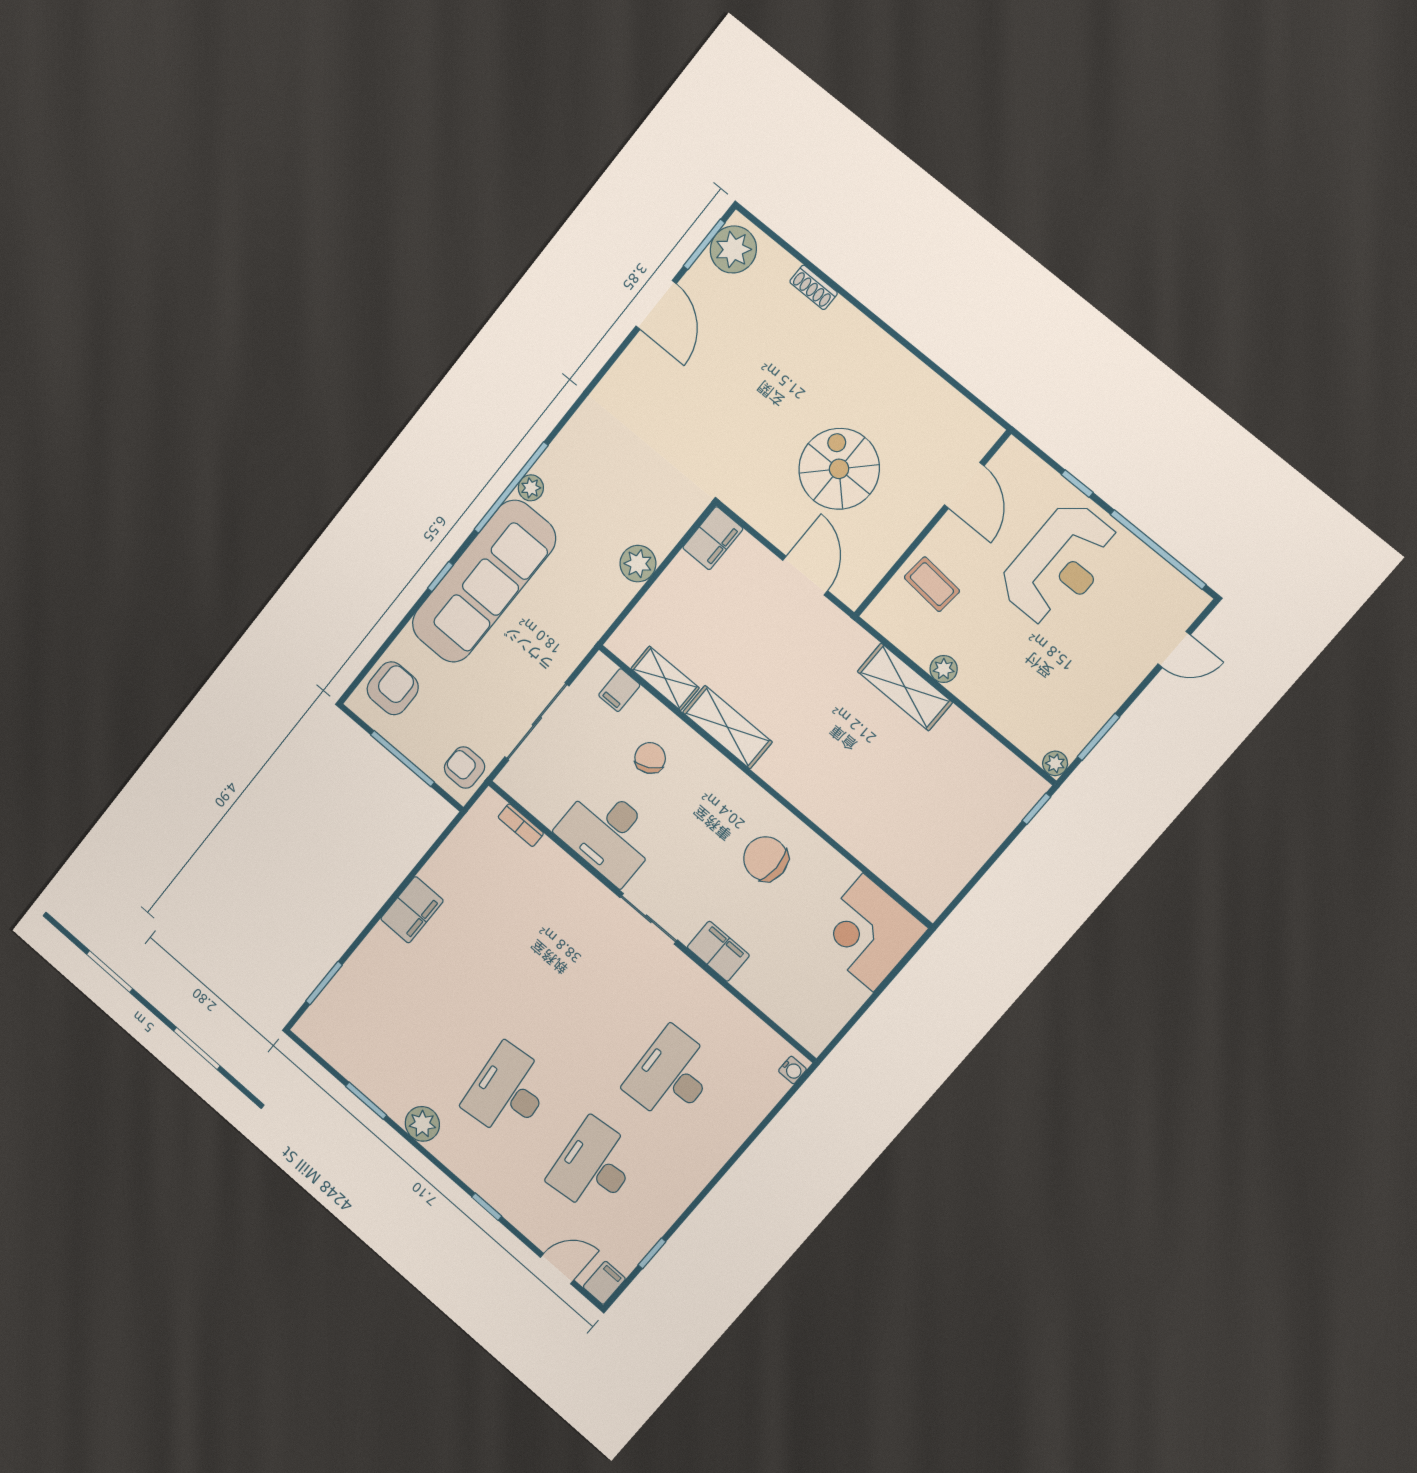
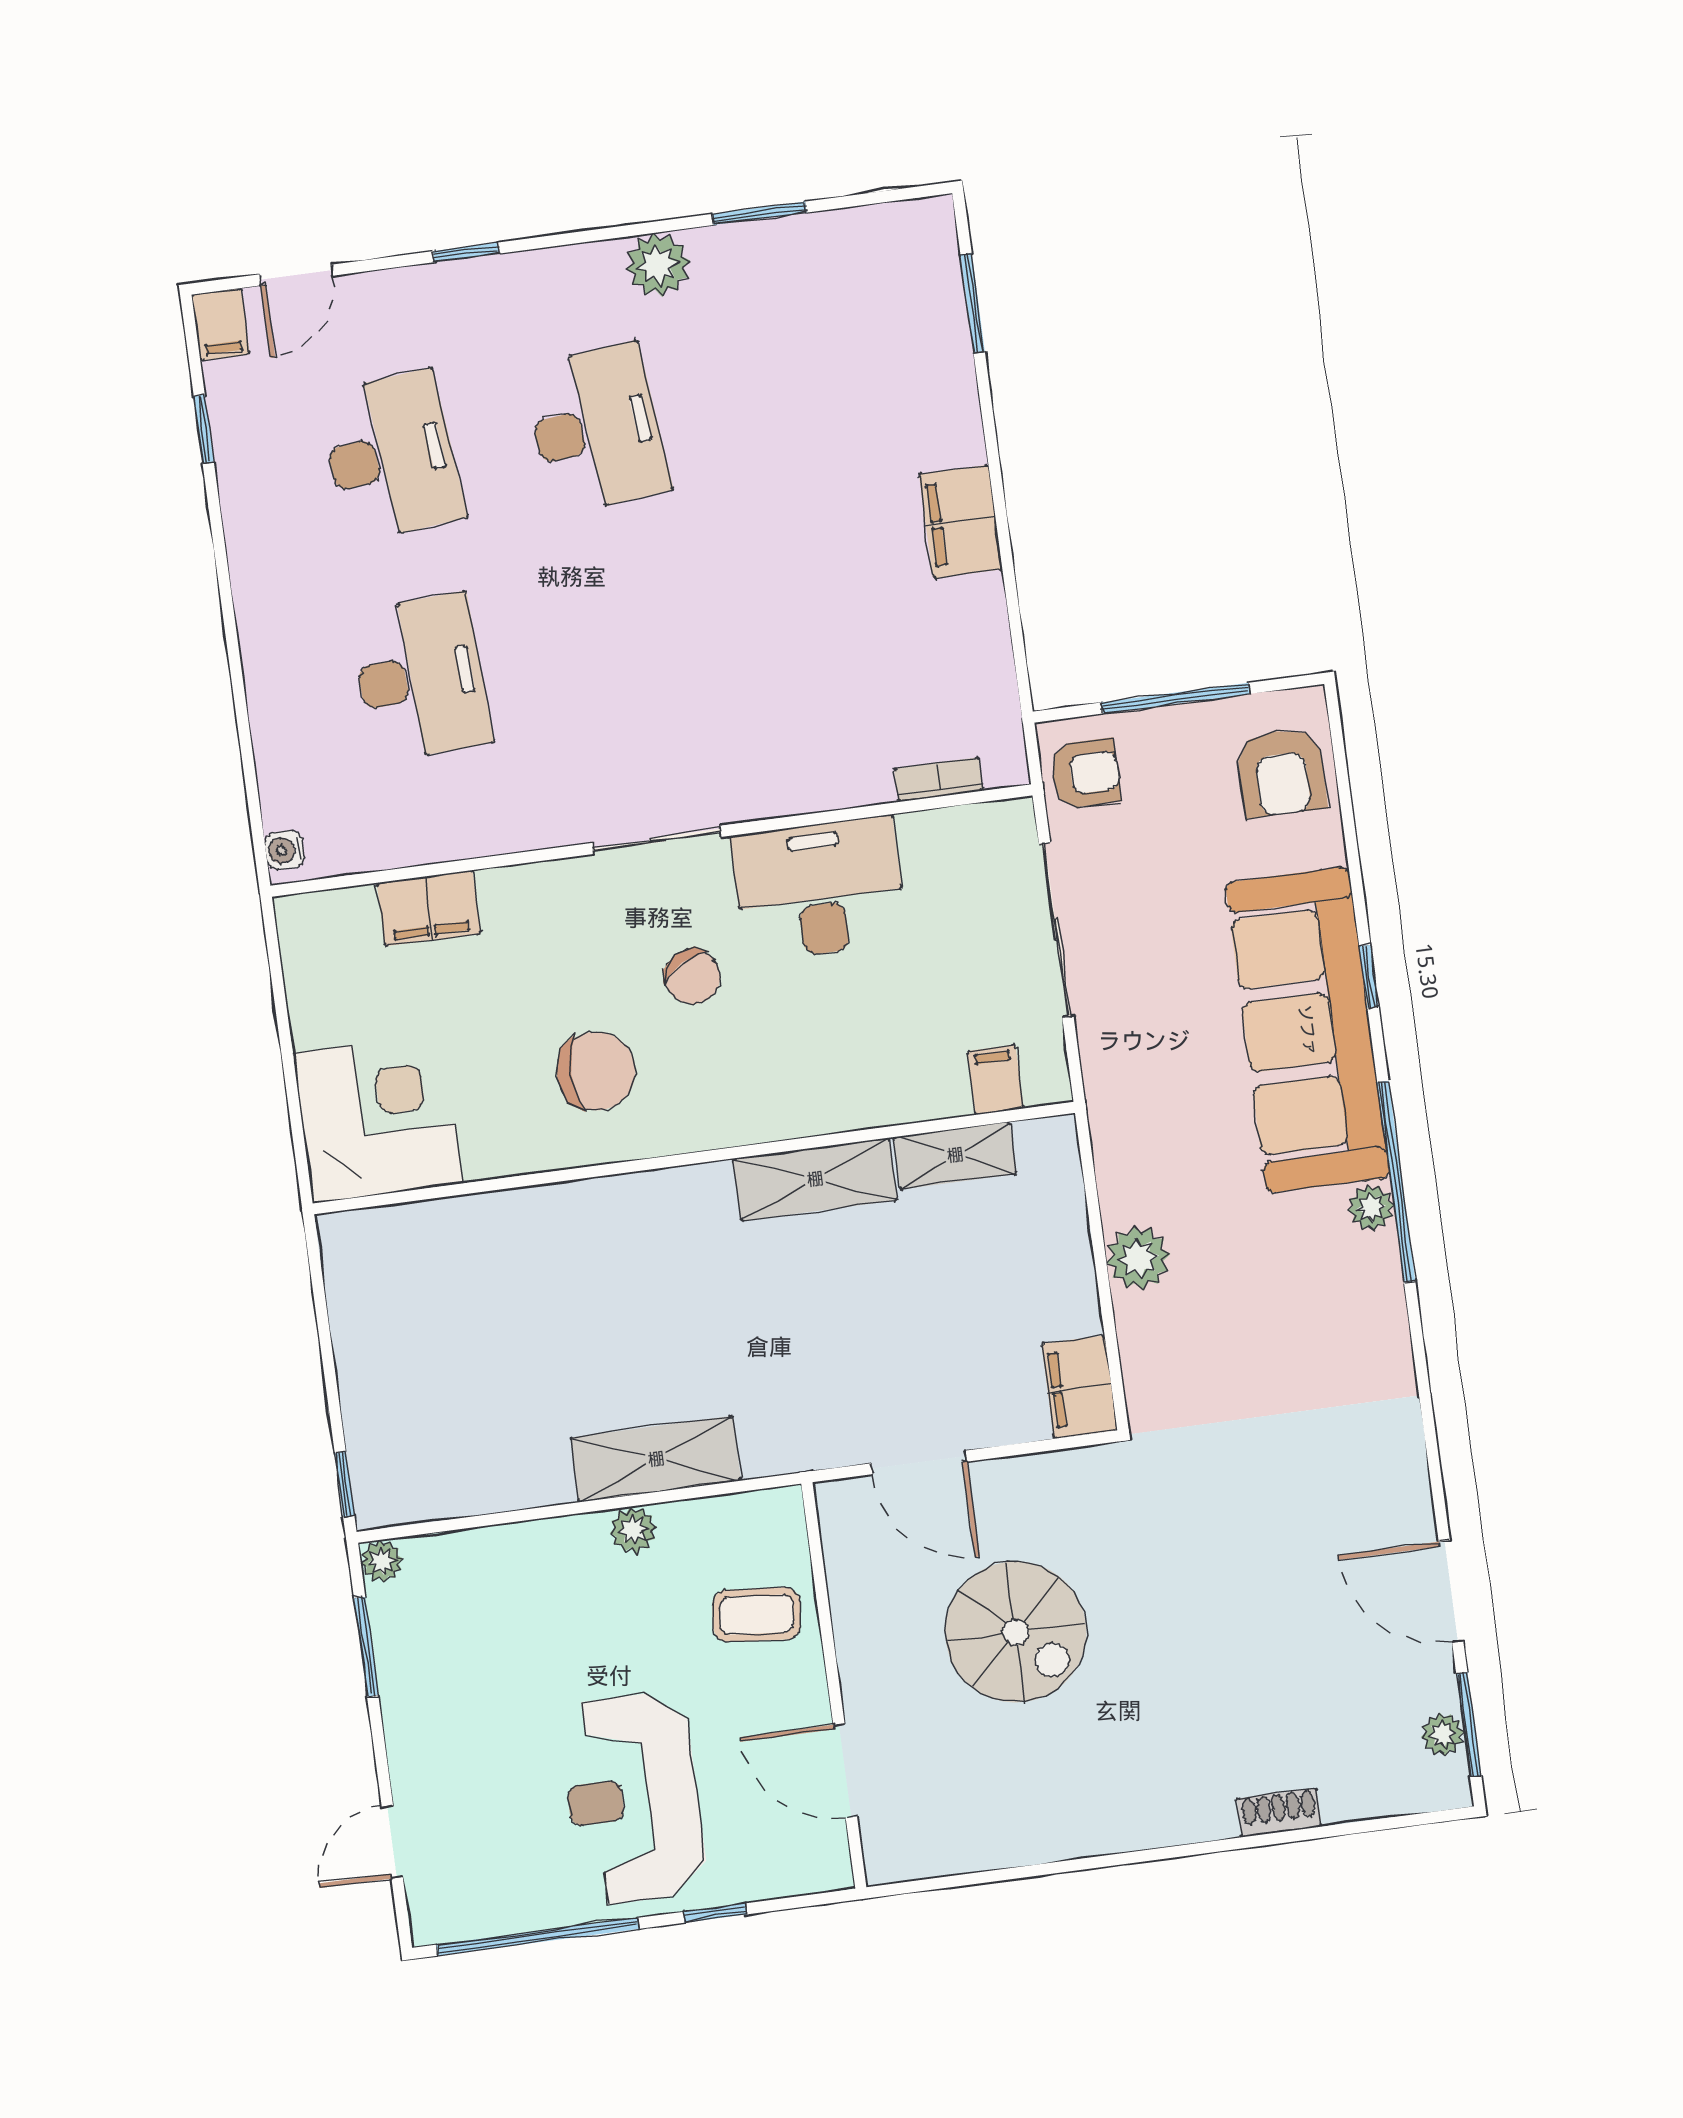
plant: (733, 249) -> (1442, 1734), width x0.53, depth x0.53
chair: (650, 758) -> (692, 977), moved
filing cabinet: (718, 951) -> (429, 908), moved

